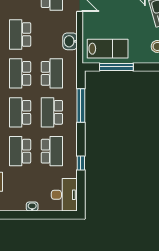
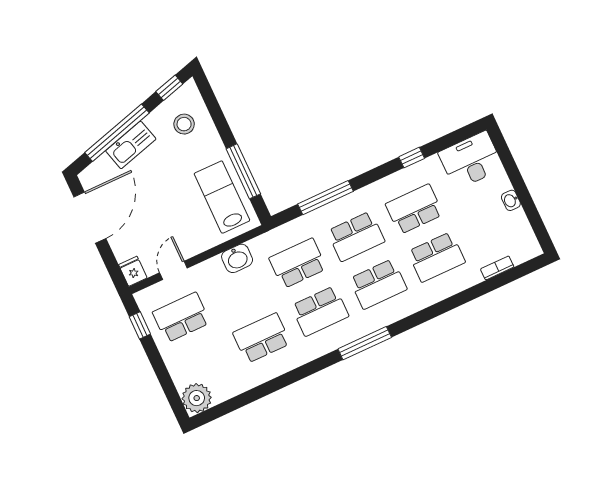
school desk: (20, 34) -> (262, 338), turned 180

